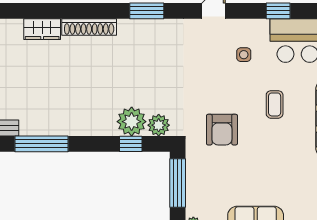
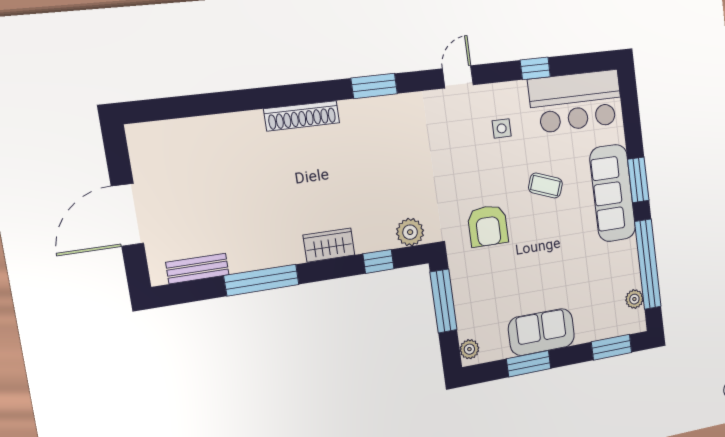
wardrobe: (42, 29) -> (329, 245), moved, turned 180
coffee table: (275, 104) -> (545, 186), turned -70
plant: (132, 122) -> (375, 233), removed

